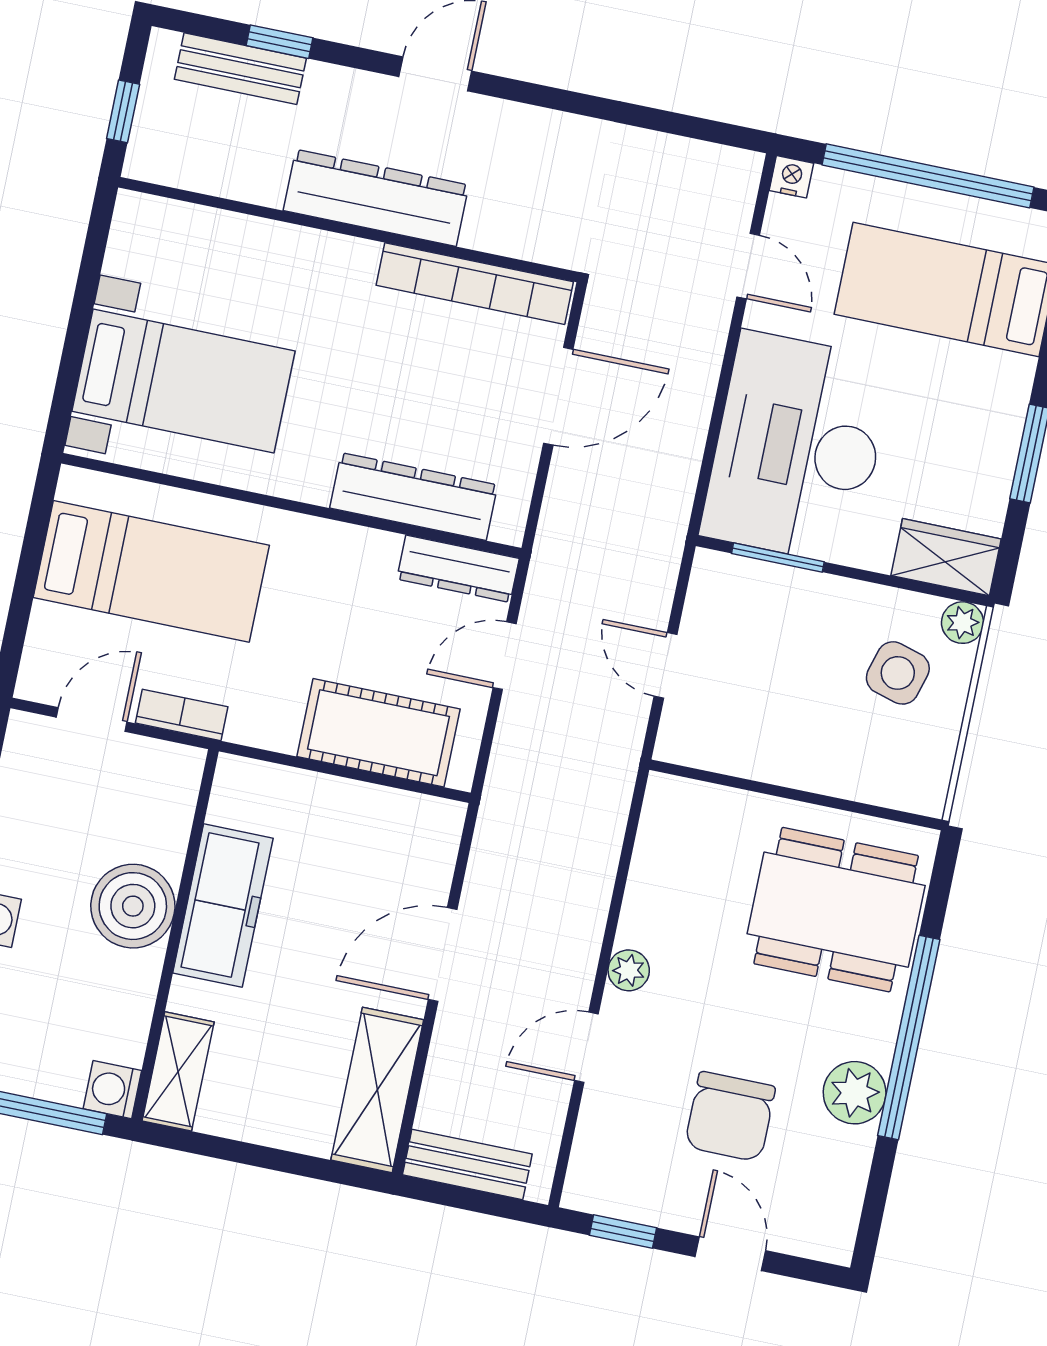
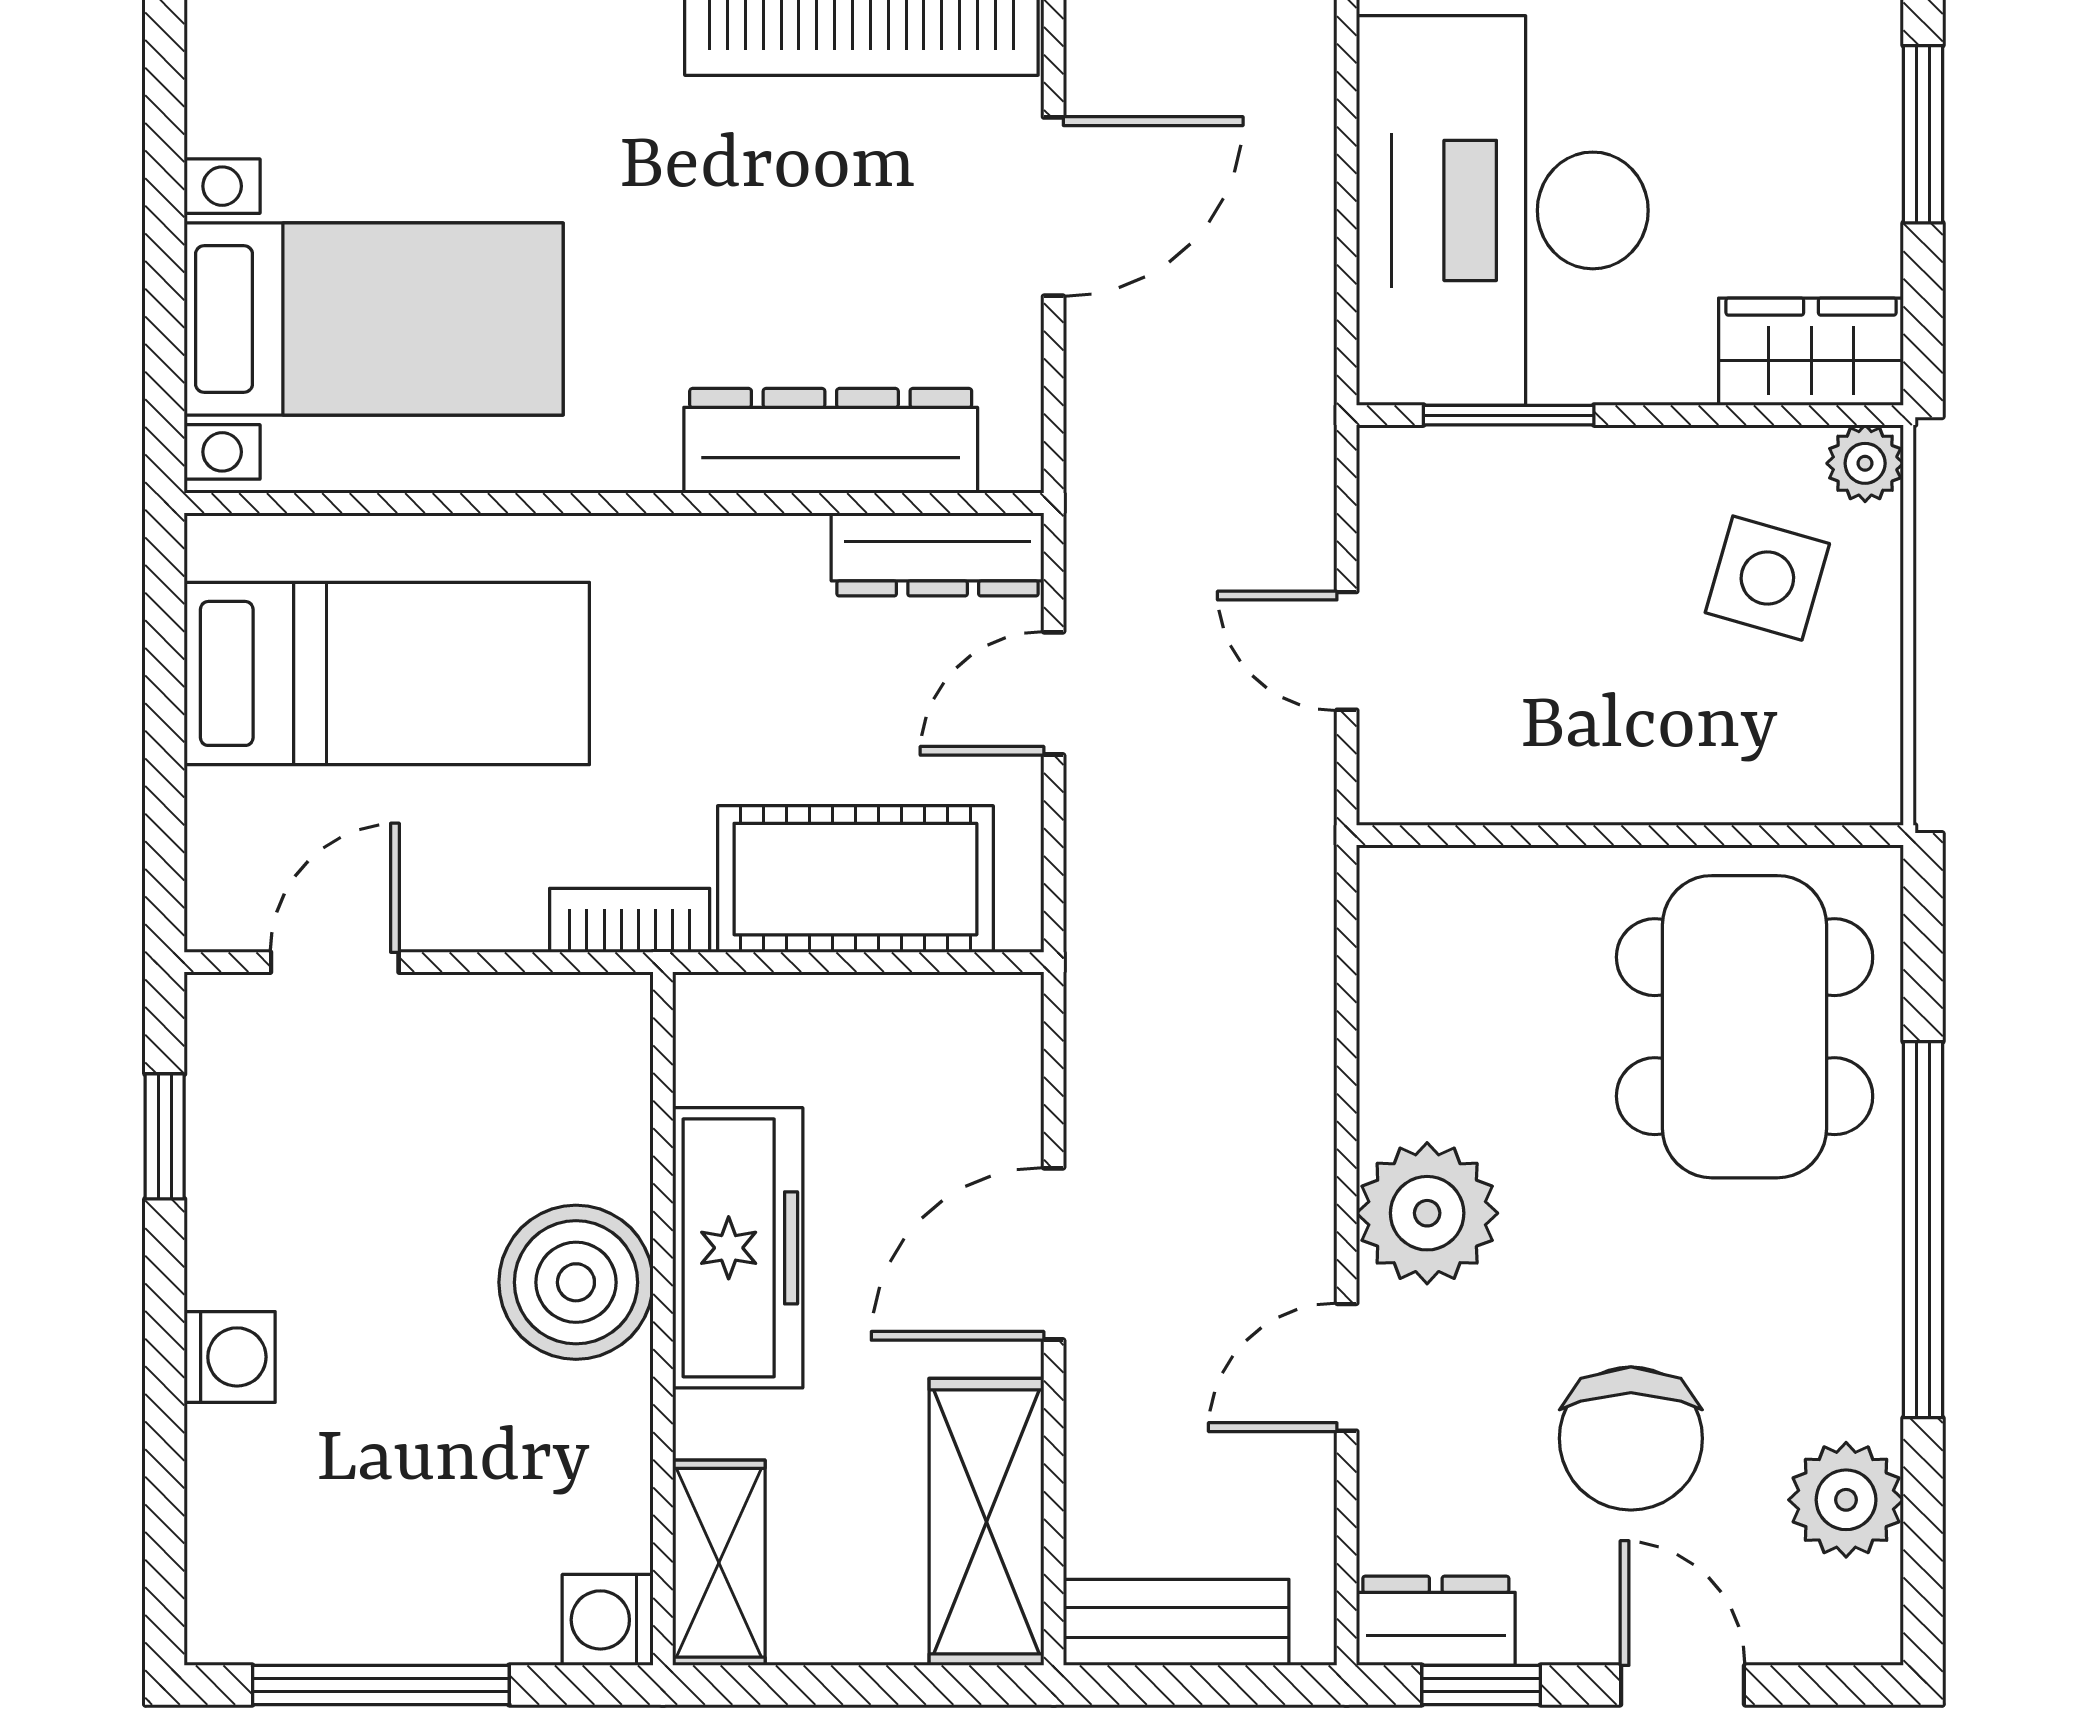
bookcase: (182, 715) -> (630, 920), moved
boiler: (133, 906) -> (576, 1282), moved
freezer: (223, 906) -> (738, 1248), moved
dining table: (836, 910) -> (1745, 1027), turned 90
wall: (175, 935) -> (663, 1319), moved
plant: (629, 970) -> (1427, 1213), width x1.88, depth x1.88
shelving: (178, 1071) -> (719, 1563), moved
washing machine: (112, 1090) -> (608, 1620), moved
plant: (855, 1093) -> (1846, 1500), moved
dresser: (606, 1192) -> (1436, 1621), added

